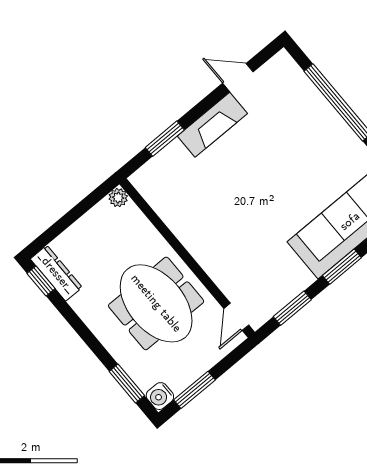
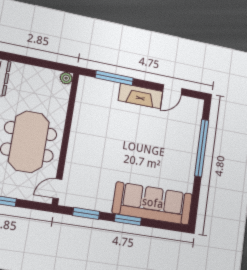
door: (238, 78) -> (172, 90), swing flipped
window: (165, 139) -> (114, 78), width x1.44

